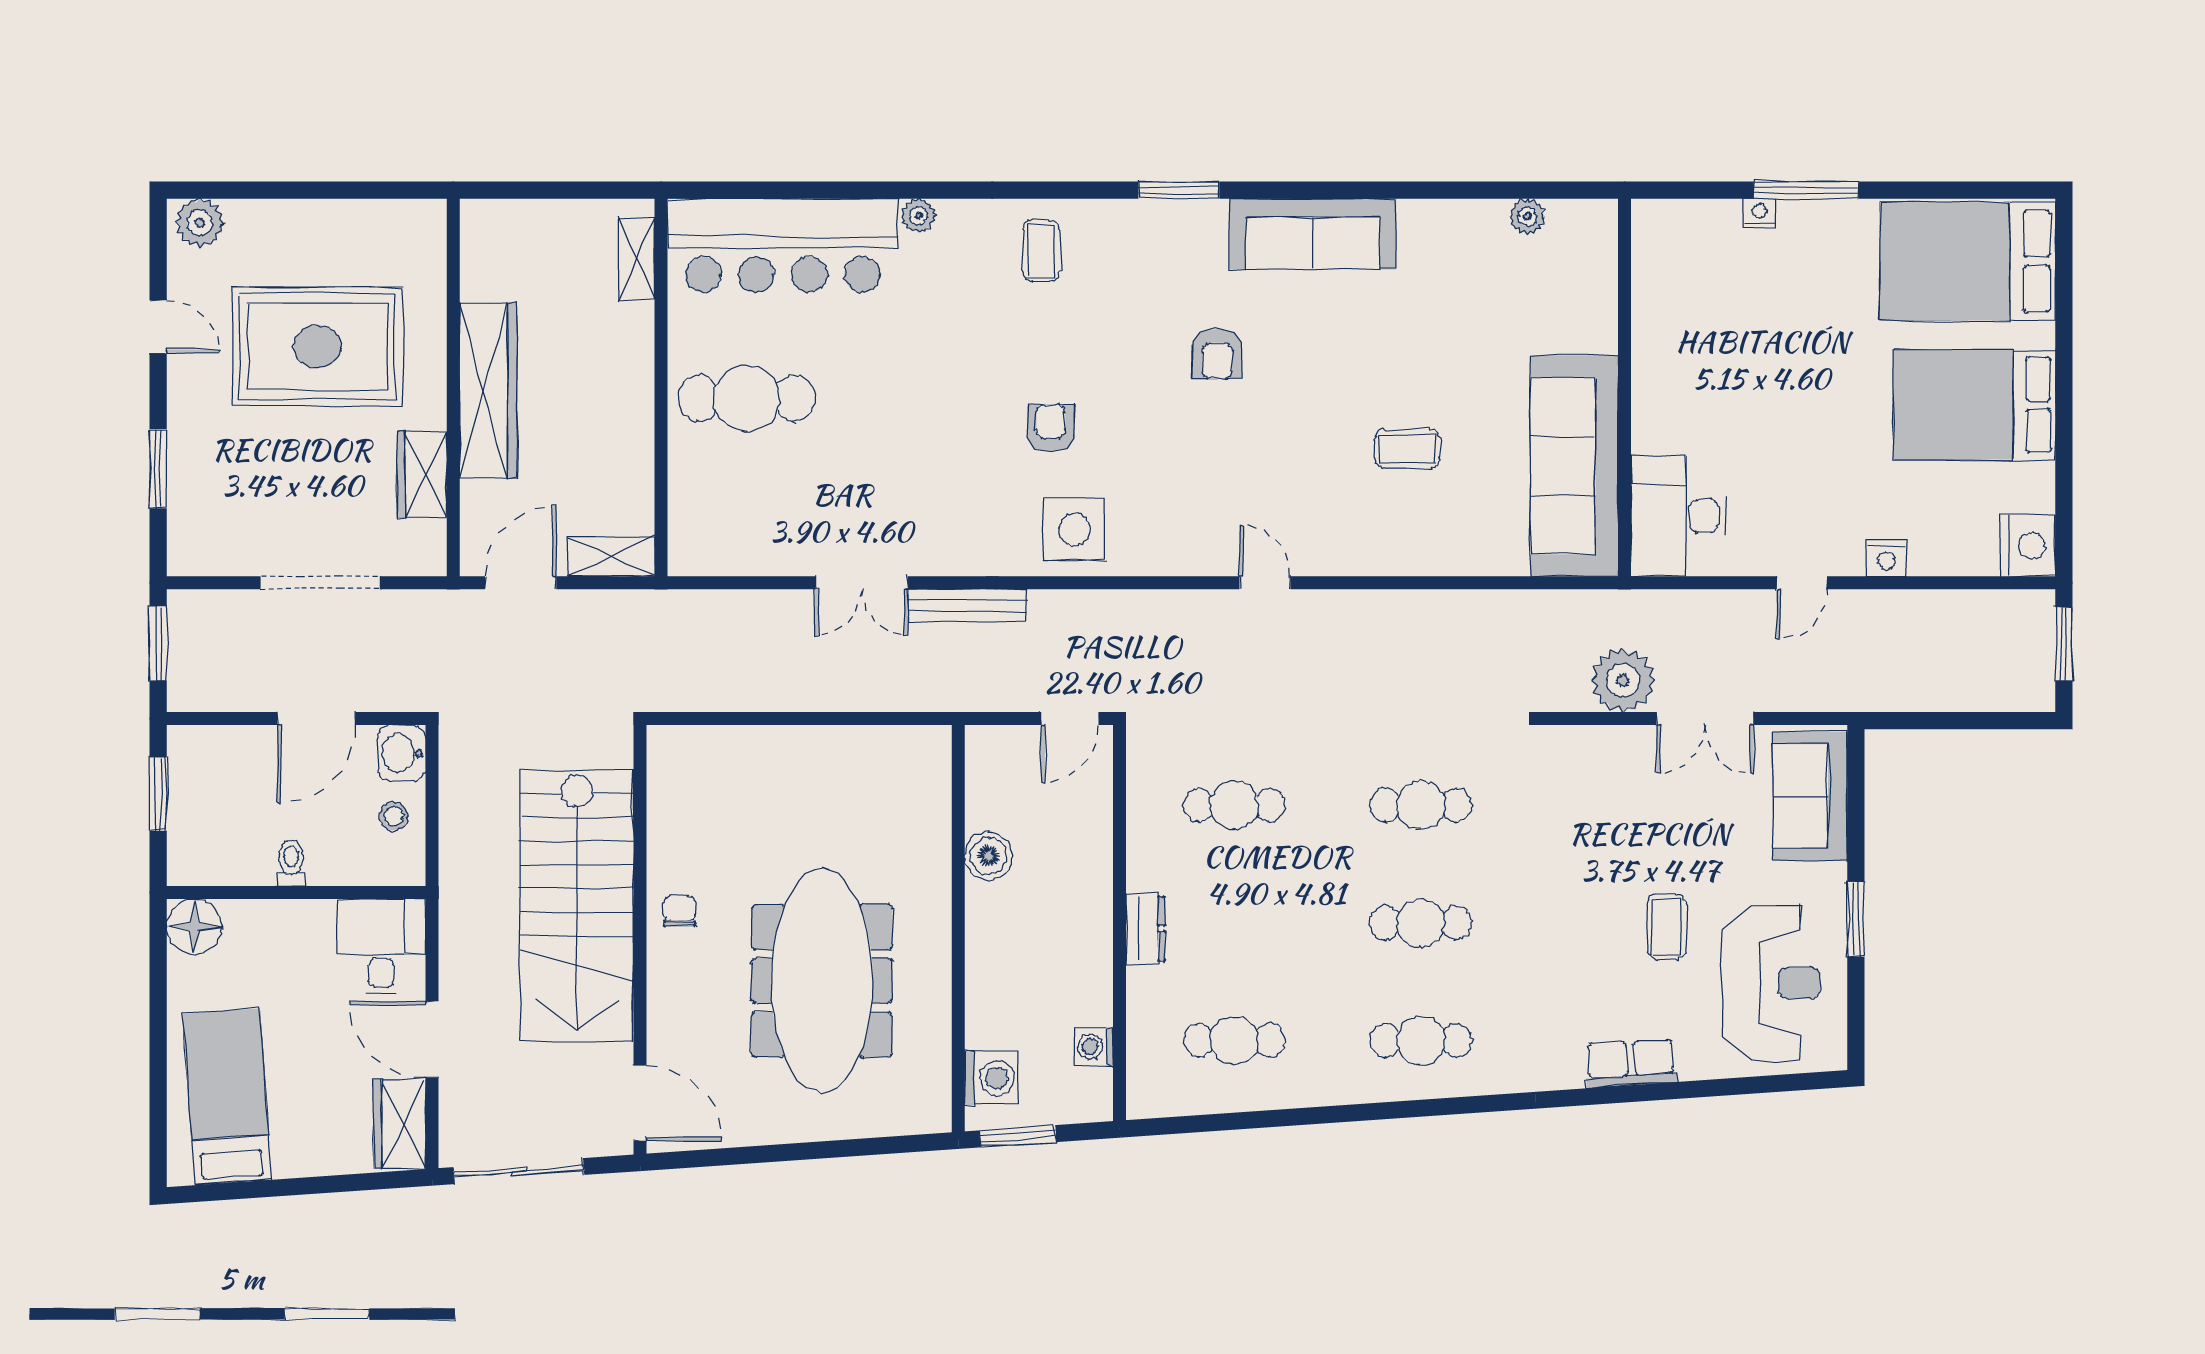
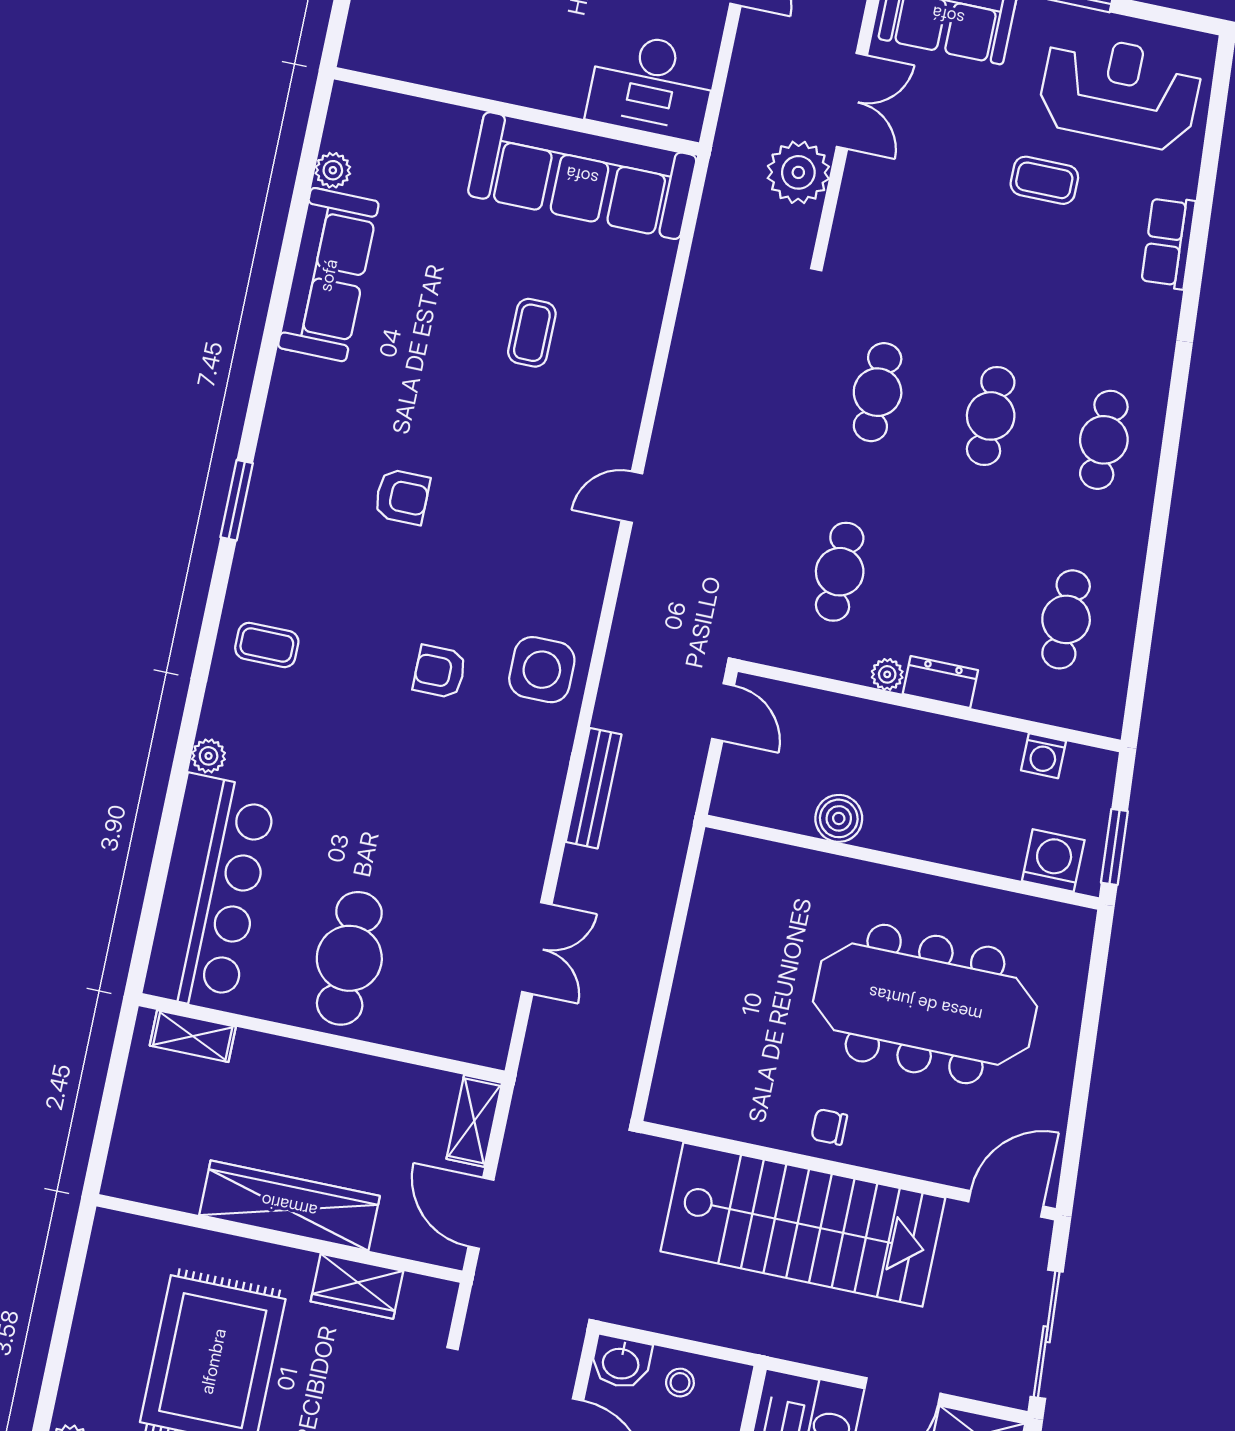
sofa: (1313, 234) -> (328, 275), moved
double door: (861, 583) -> (537, 948), moved
plant: (1142, 874) -> (887, 674), added

